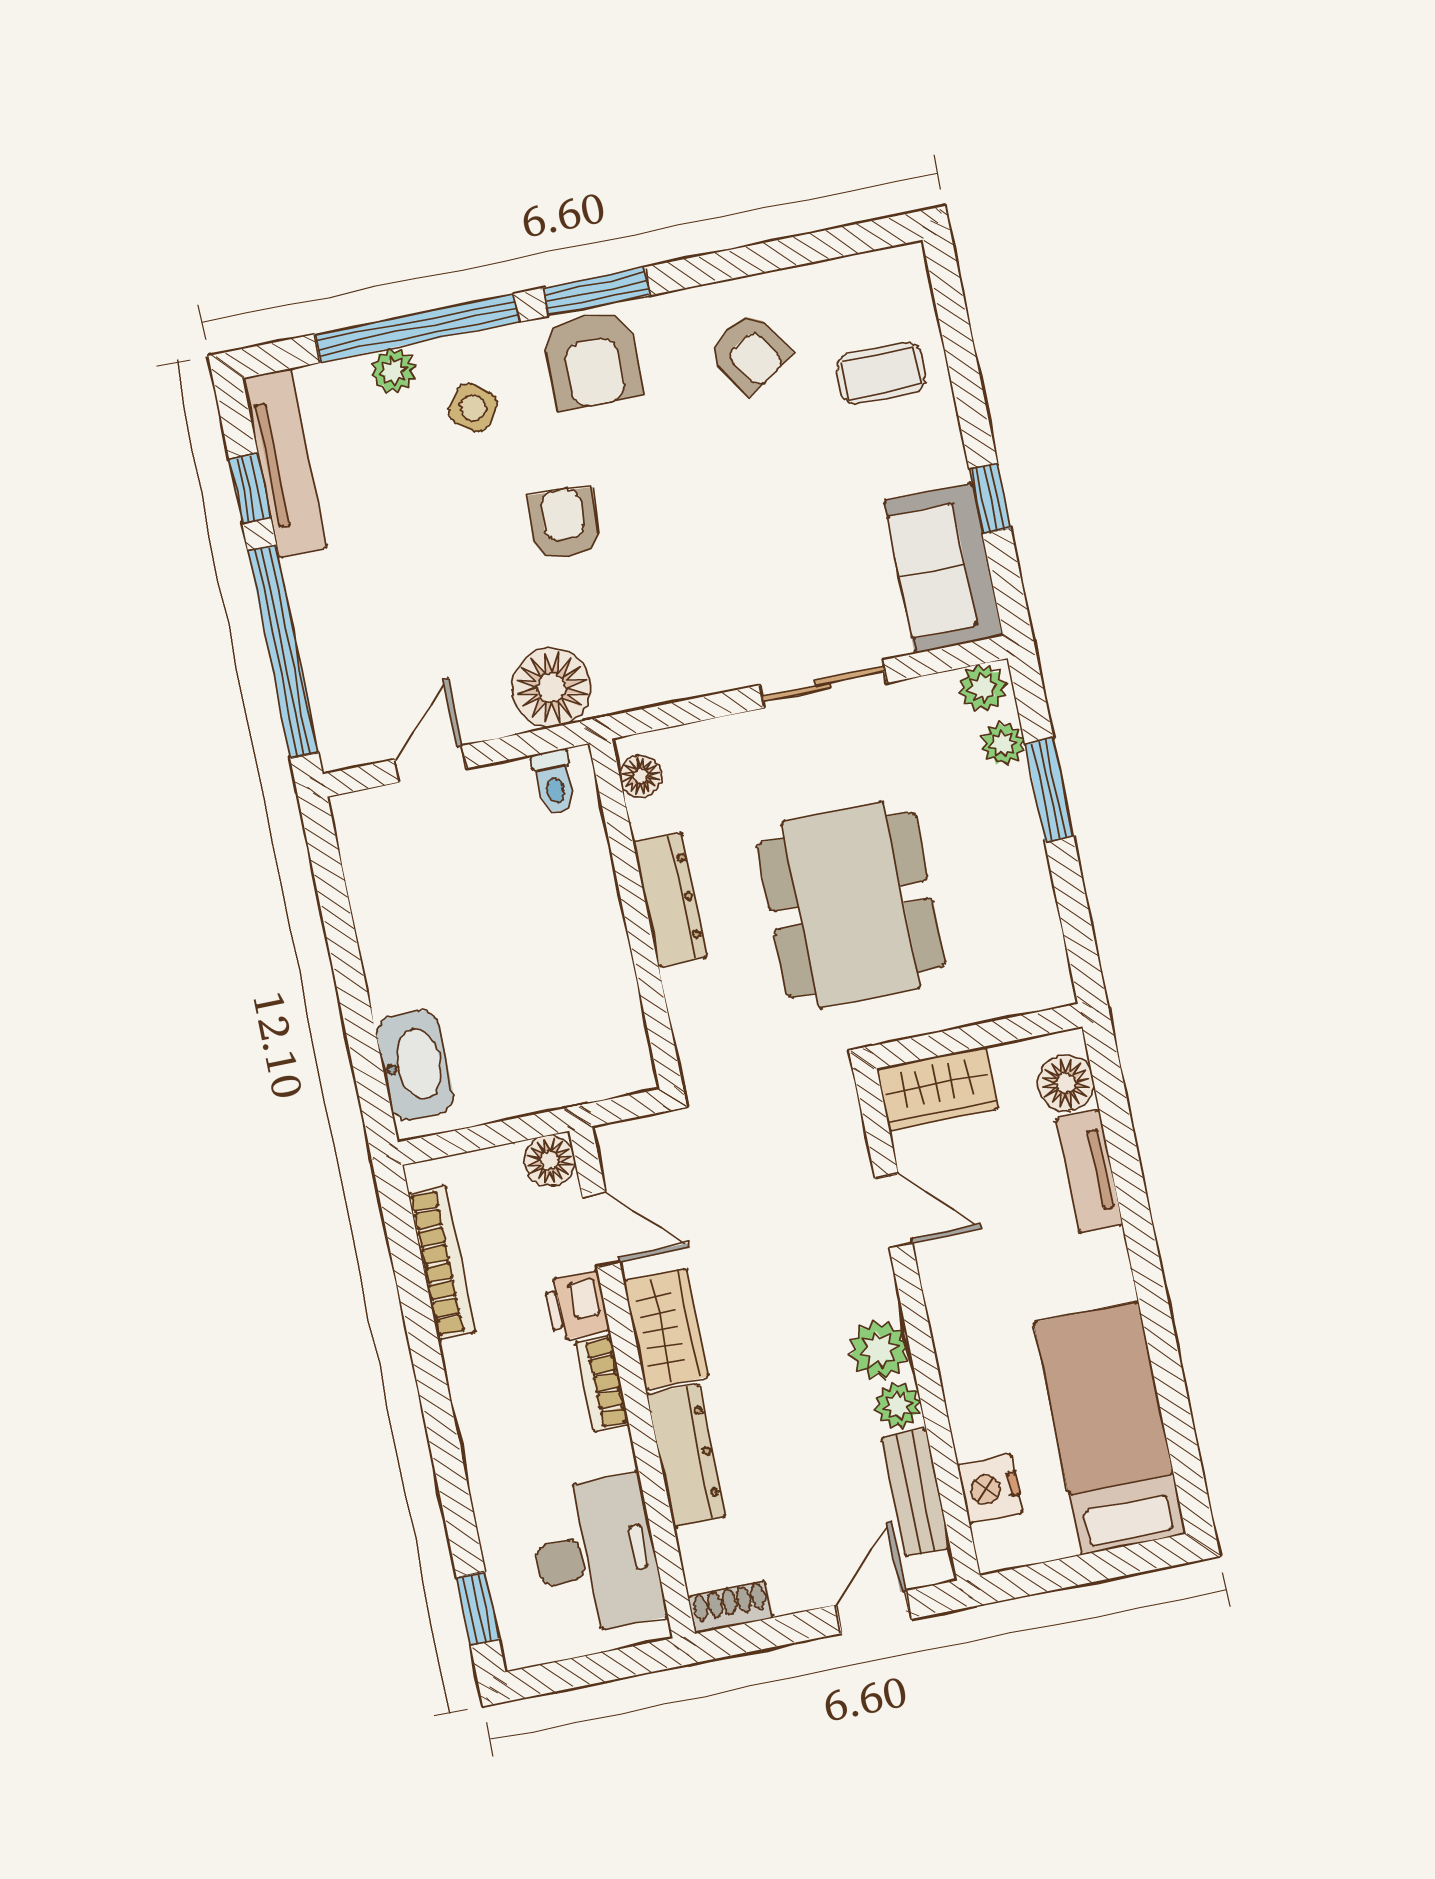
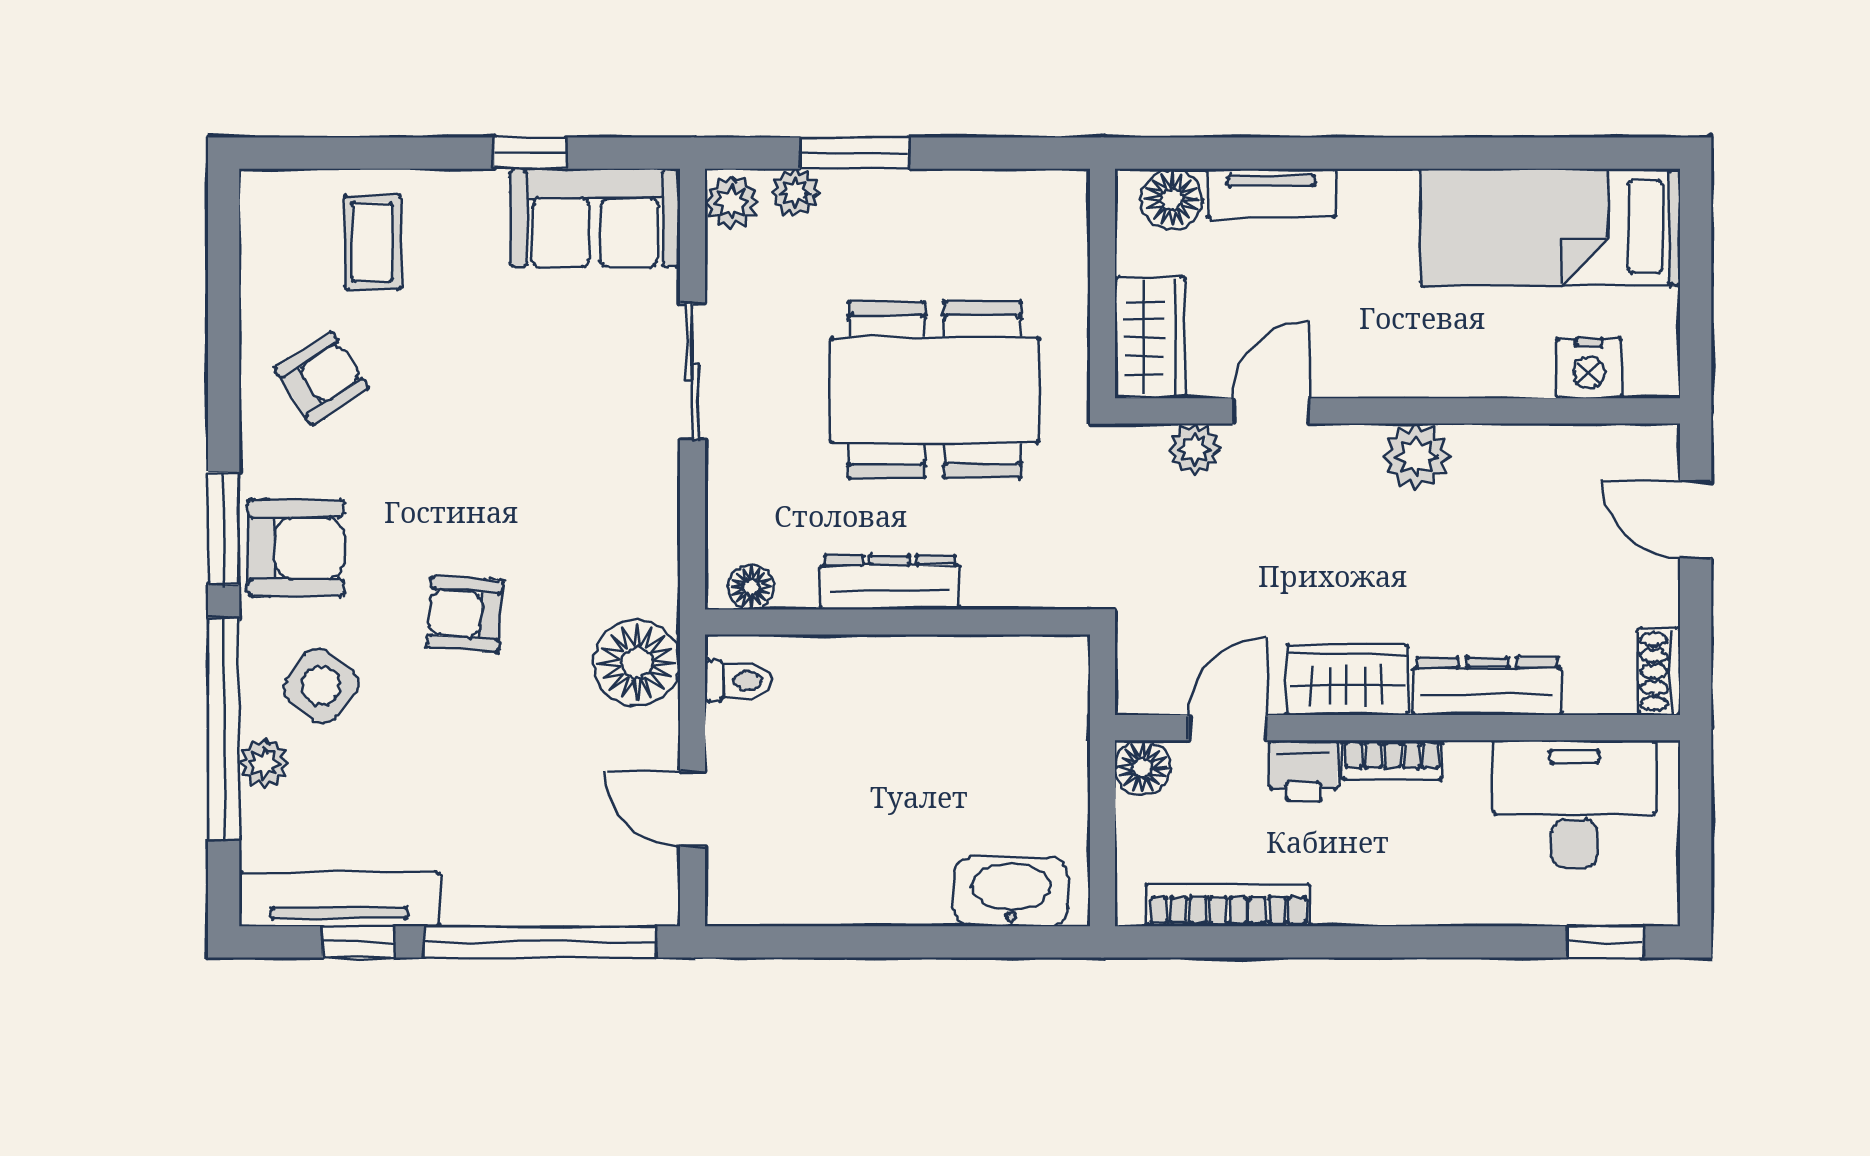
side table: (473, 408) -> (321, 686), width x1.37, depth x1.37
plant: (898, 1406) -> (1195, 449), moved
bench: (916, 1493) -> (1577, 449), removed

